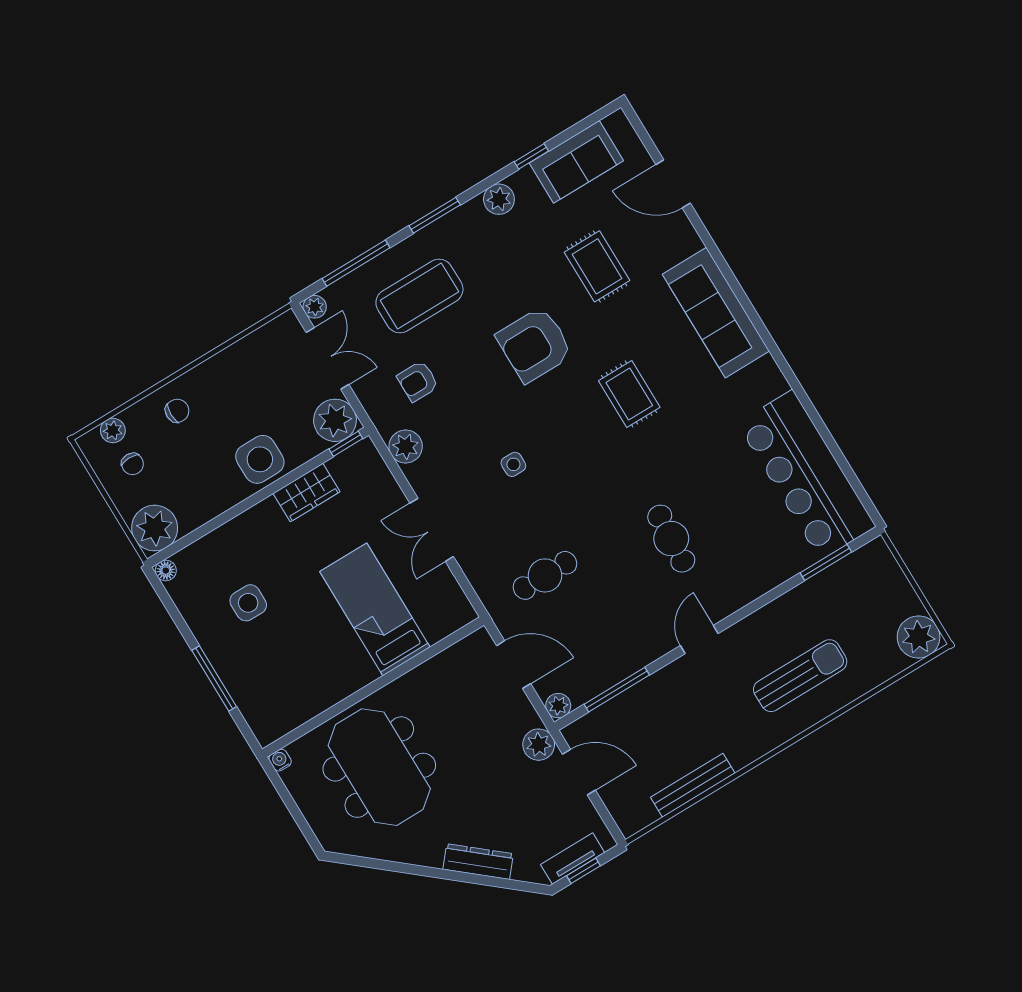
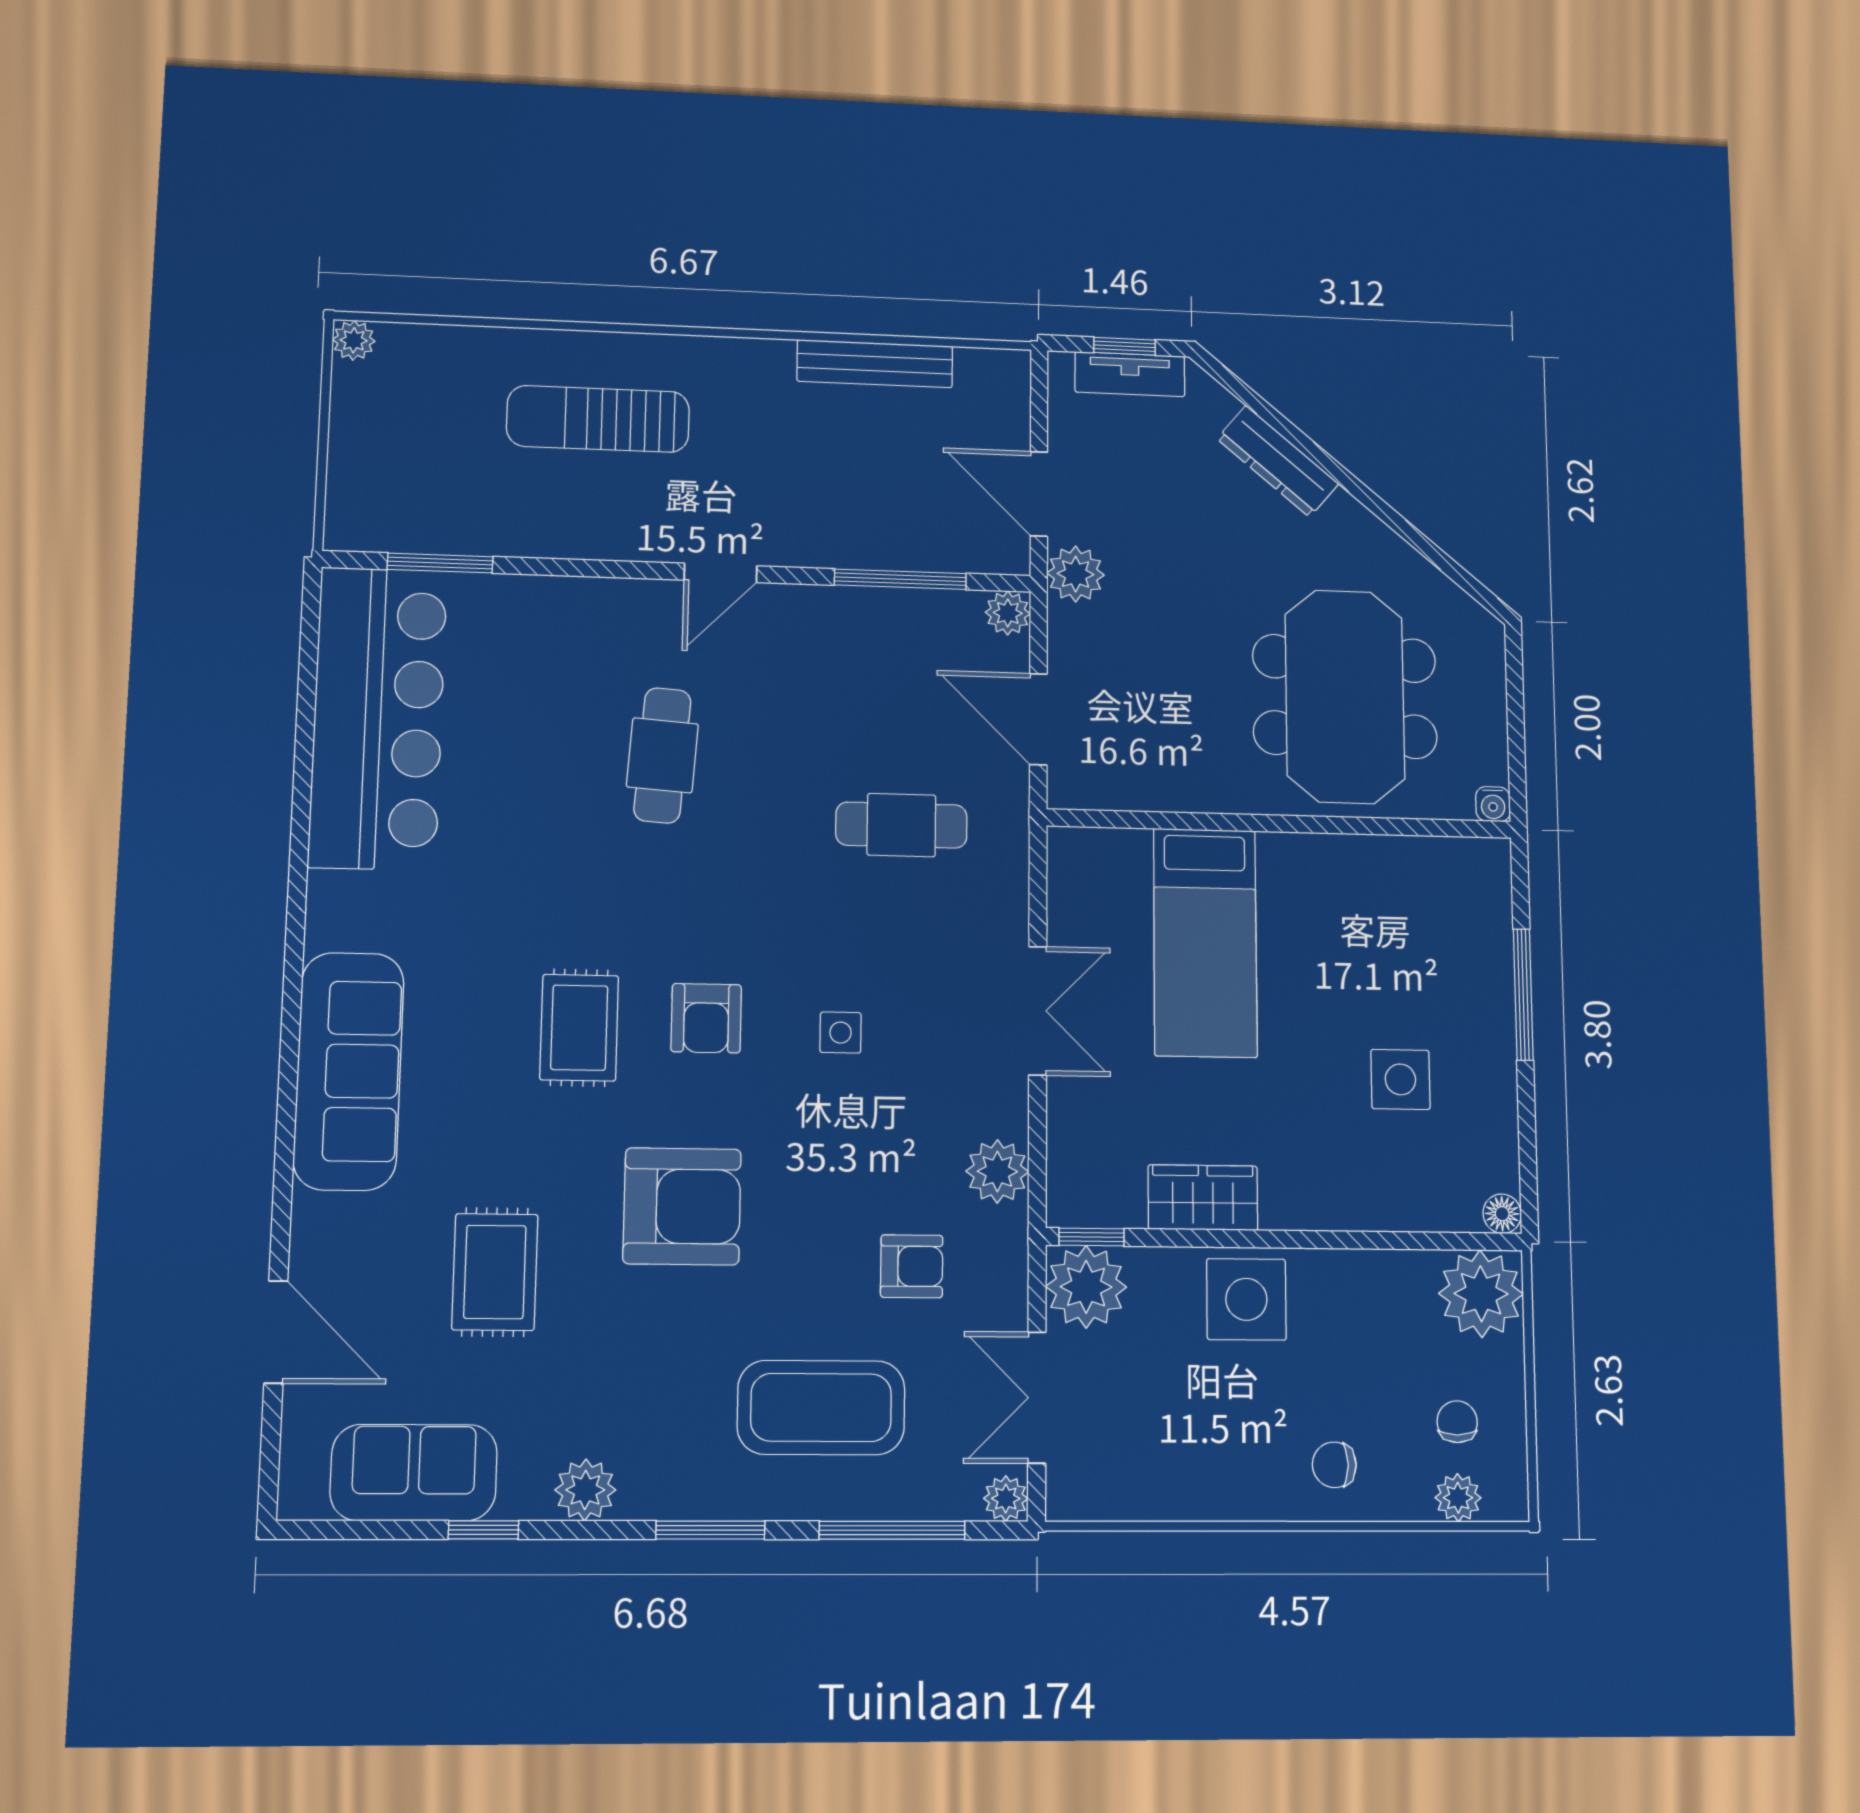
armchair: (577, 433) -> (706, 1018), added
plant: (919, 637) -> (354, 340), width x0.53, depth x0.53

